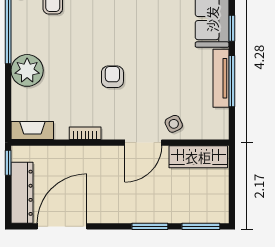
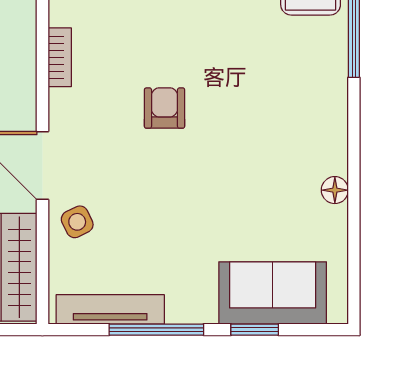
armchair: (112, 77) -> (165, 108), turned -90
tv unit: (221, 78) -> (110, 309), moved

